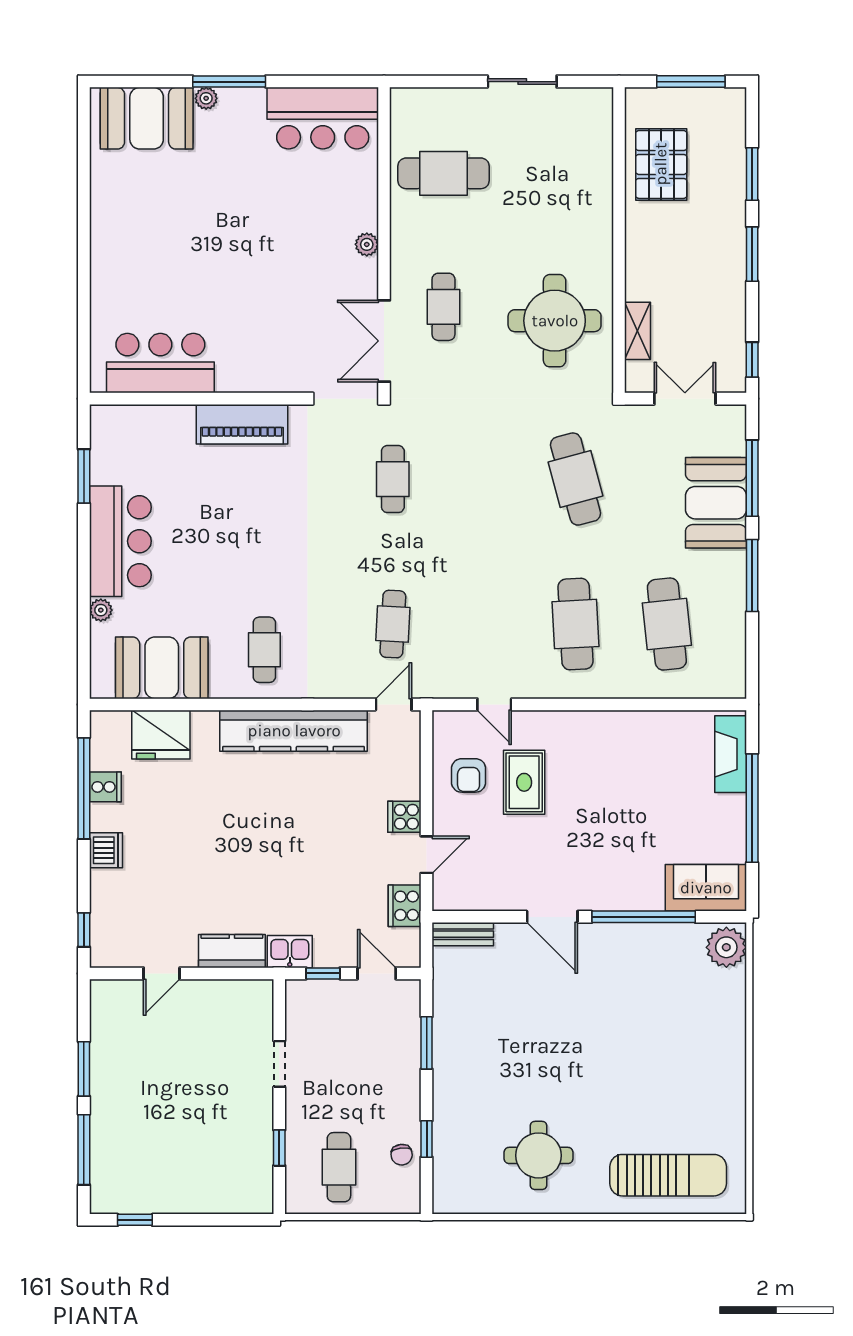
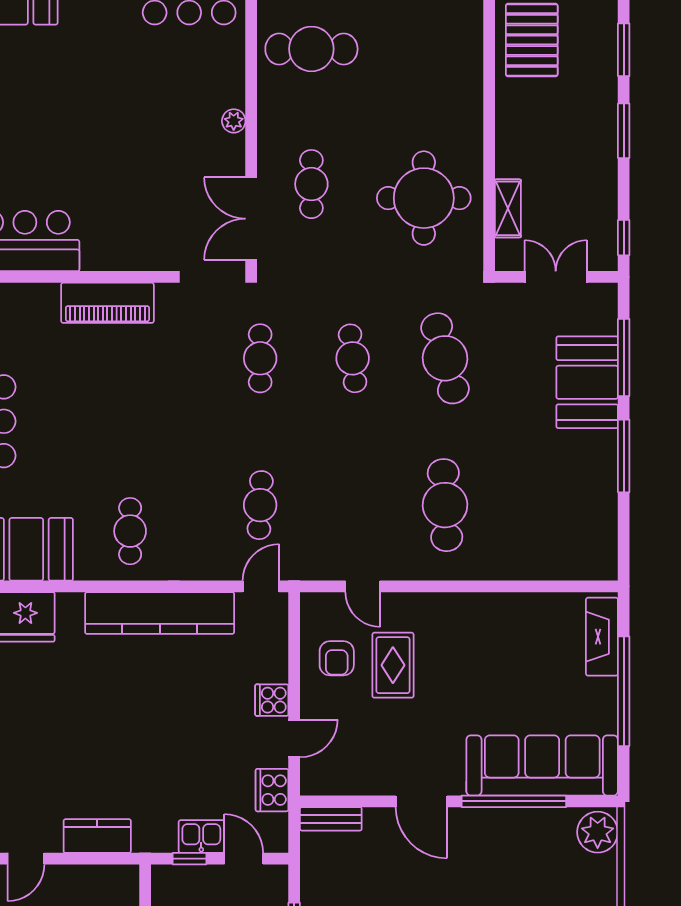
cafe table: (667, 624) -> (353, 358), moved, width x0.73, depth x0.74
sofa: (706, 888) -> (542, 765), width x1.85, depth x1.27
kitchen sink: (290, 952) -> (201, 837), moved

